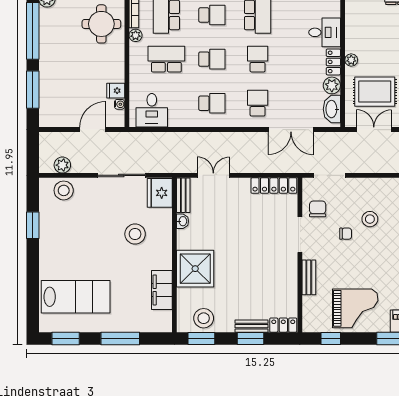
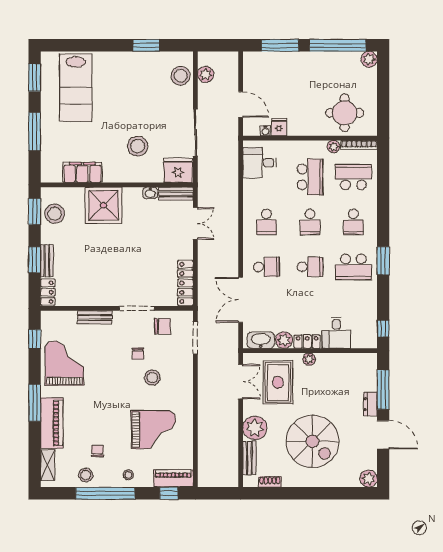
grand piano: (355, 308) -> (64, 363), turned 180

